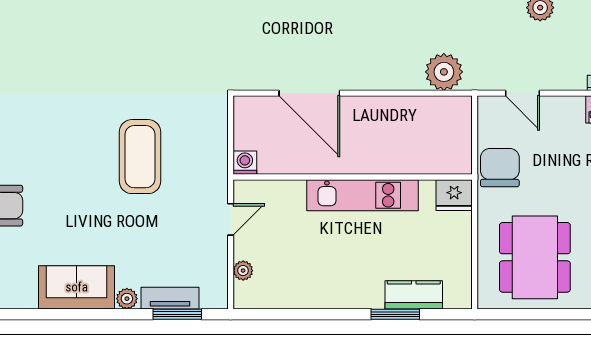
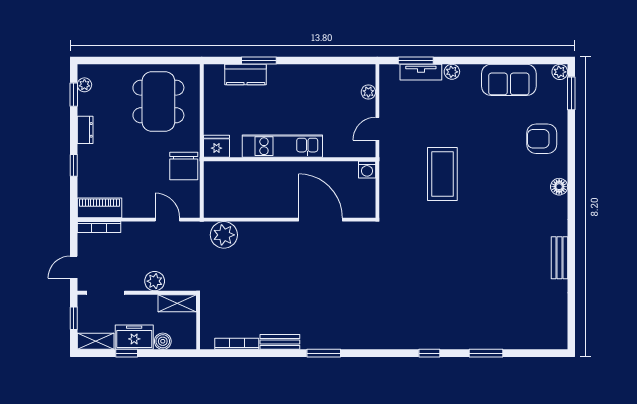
sofa: (77, 287) -> (509, 80), moved

